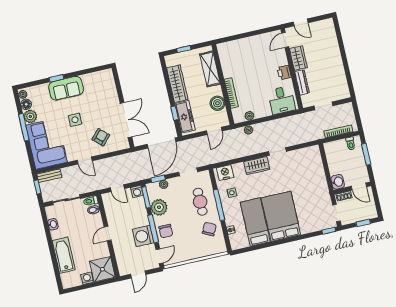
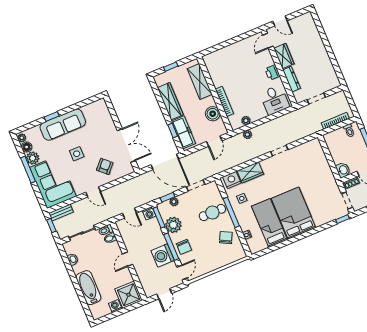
sofa: (66, 88) -> (63, 125), width x1.36
door: (161, 143) -> (165, 162), hinge flipped
wardrobe: (257, 166) -> (250, 172), moved
cafe table: (200, 202) -> (212, 212), turned 90

